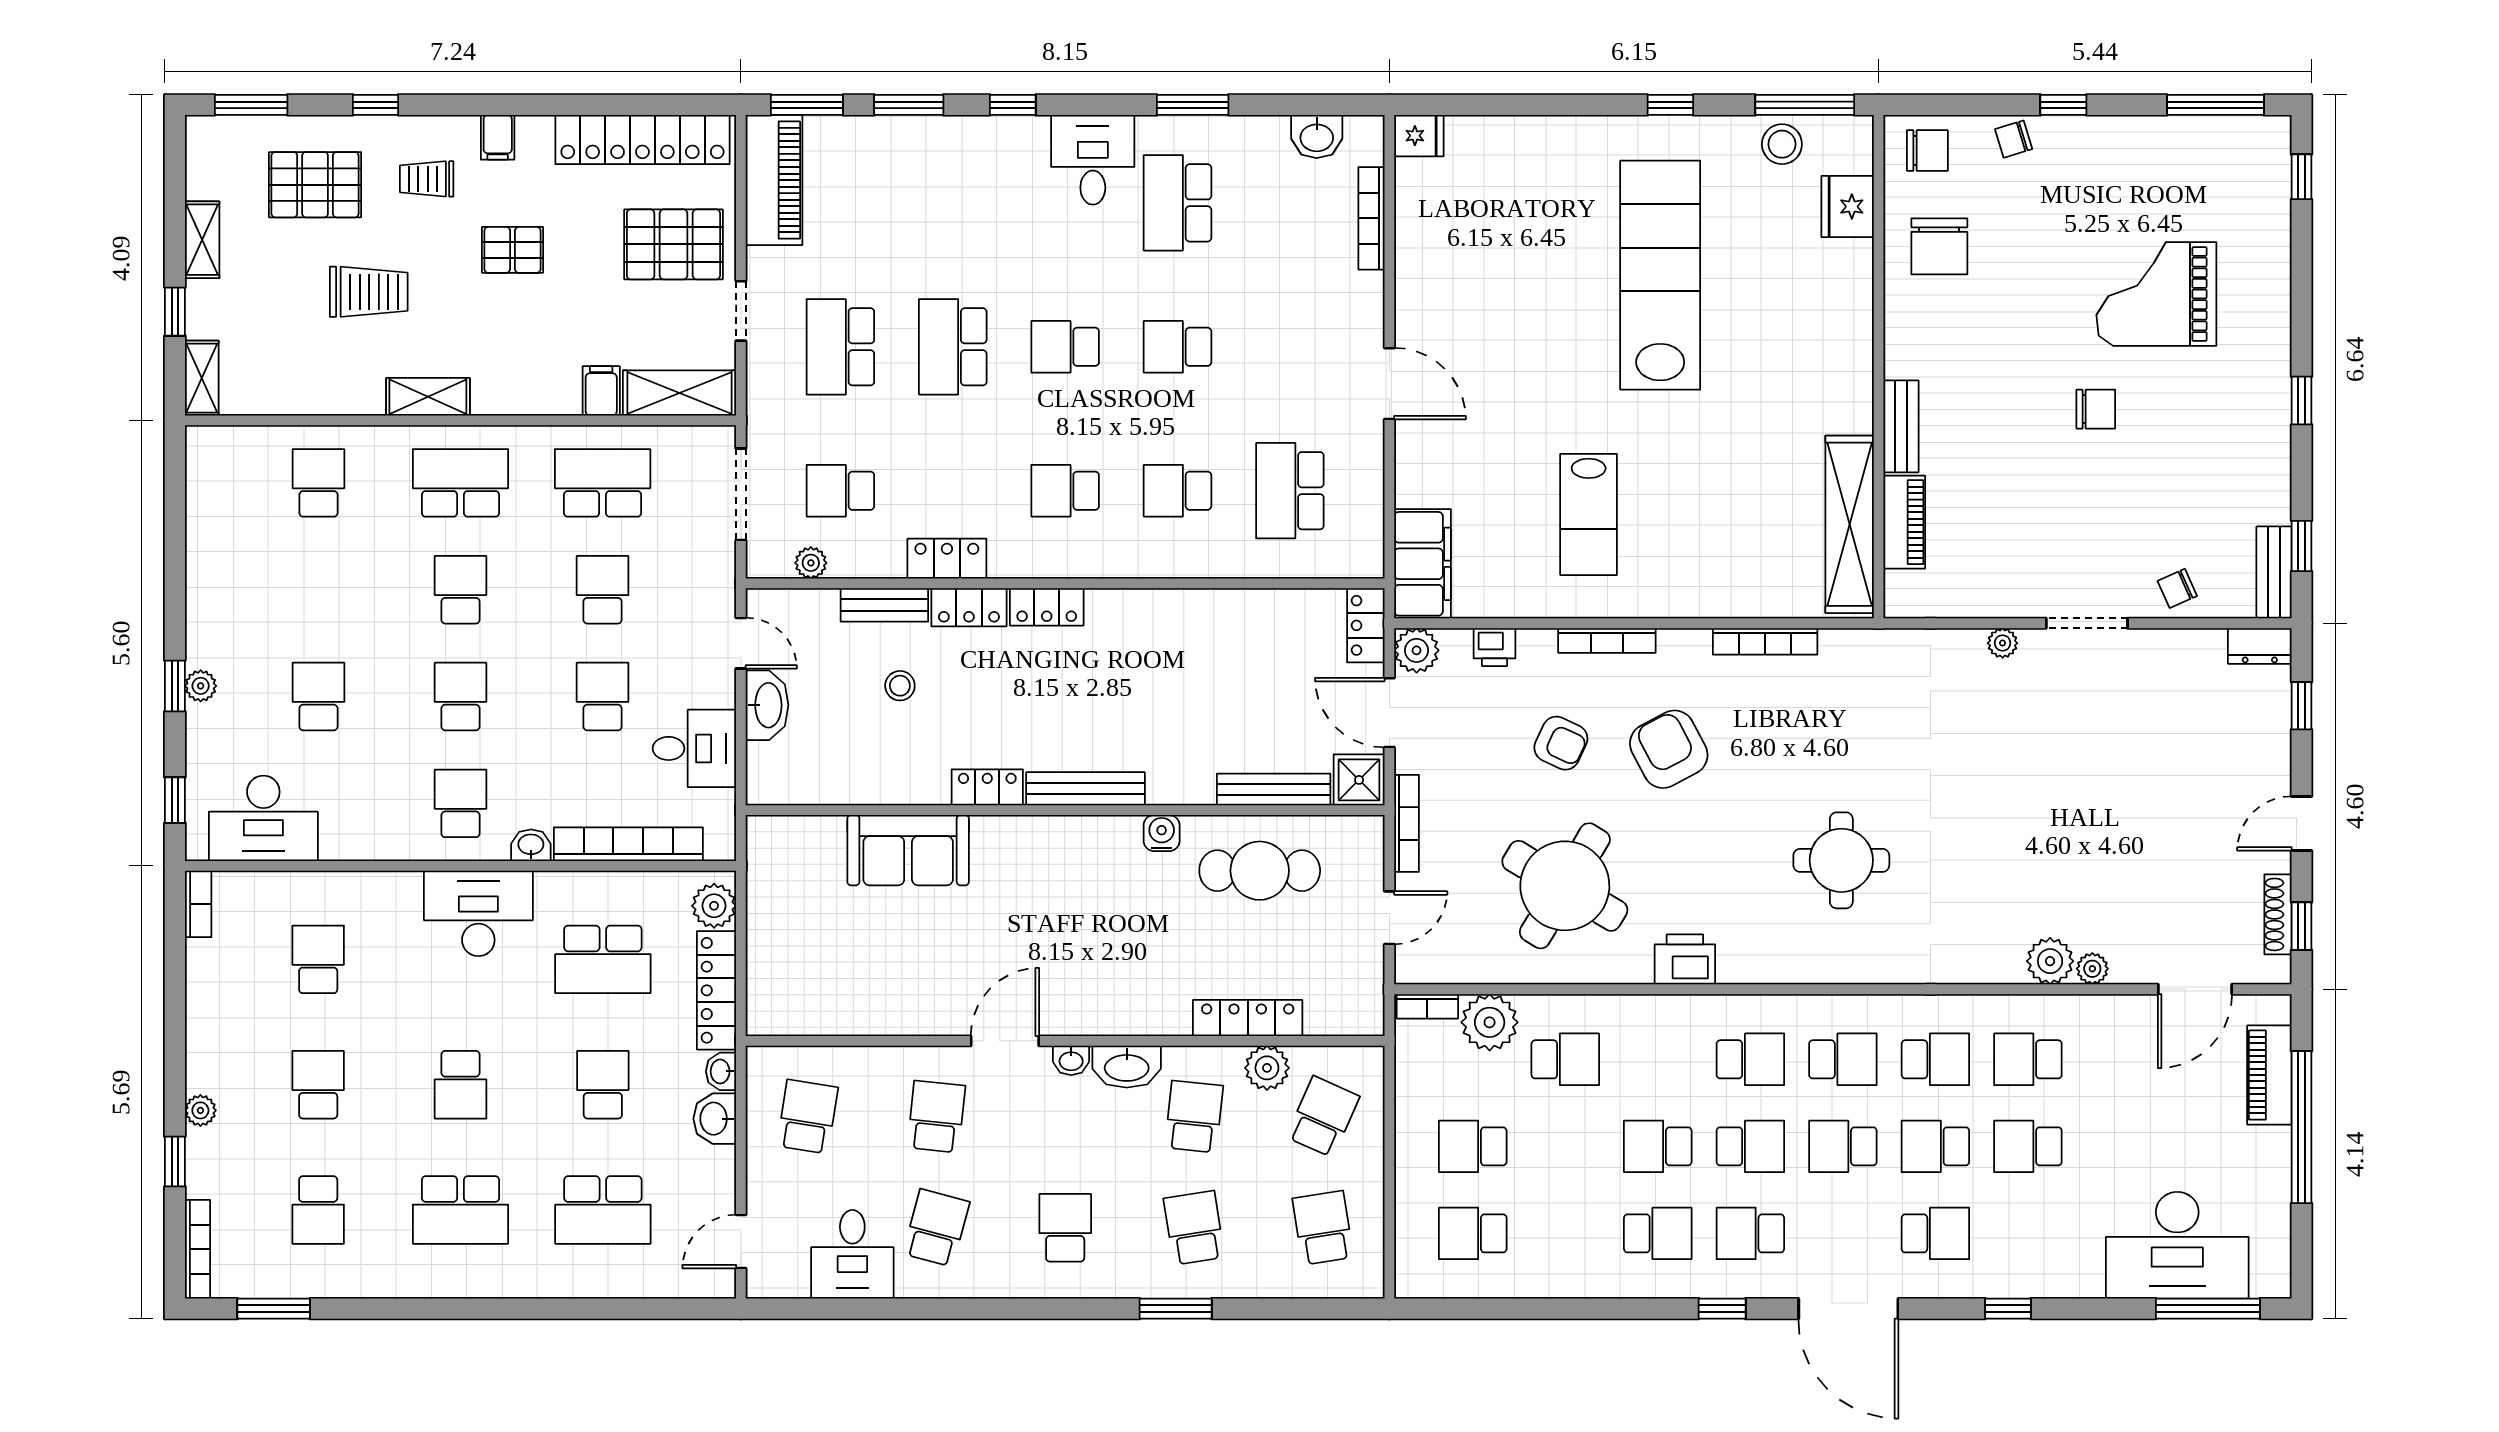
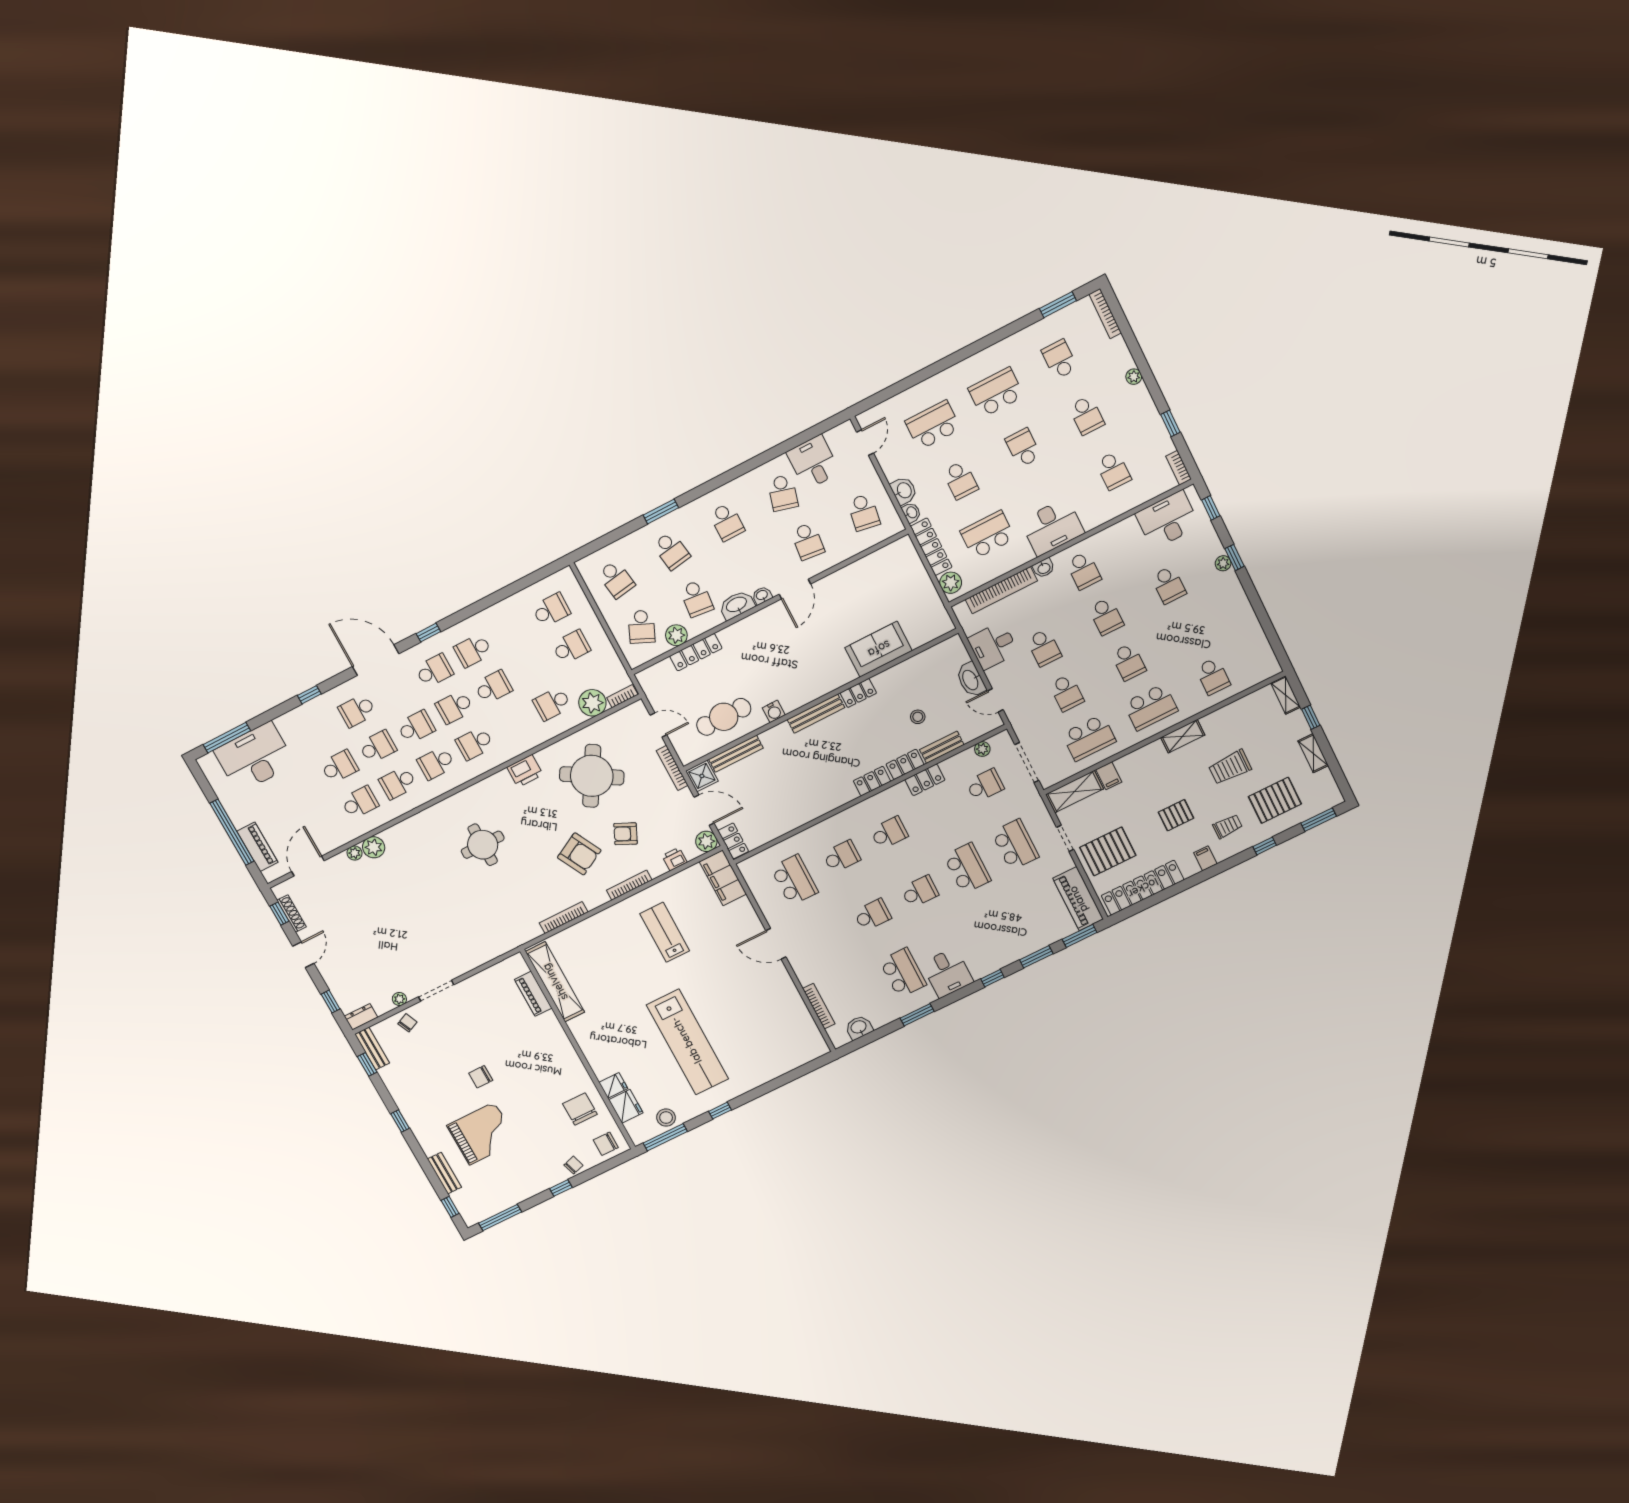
fridge: (1419, 136) -> (613, 1085), moved, turned 180
bench: (1901, 426) -> (444, 1173), moved
plant: (2003, 643) -> (399, 999), moved
door: (1389, 918) -> (658, 725), swing flipped
window: (175, 1161) -> (1170, 423), moved

